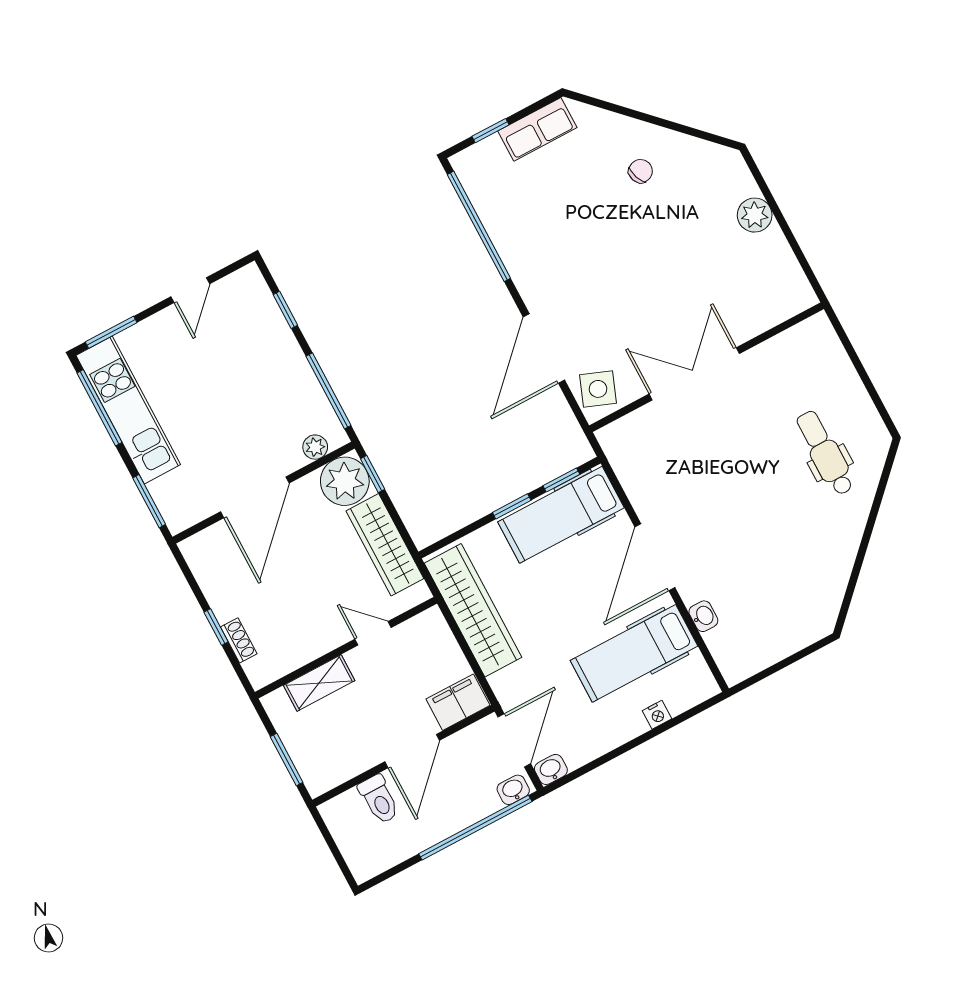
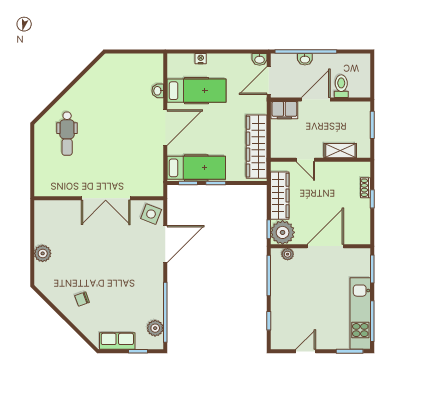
plant: (482, 188) -> (155, 328), added
washbasin: (513, 790) -> (305, 59), moved

